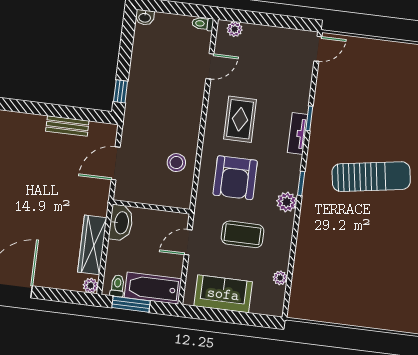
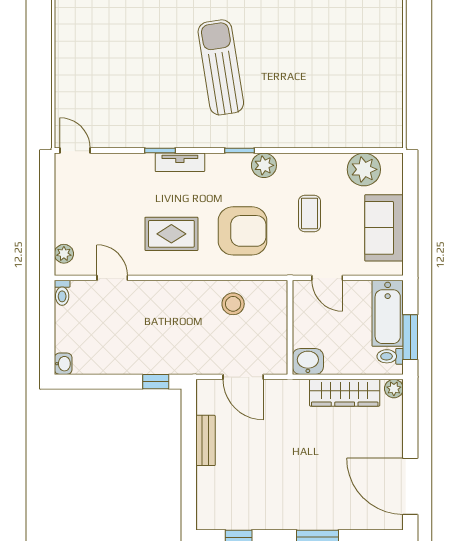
washbasin: (121, 223) -> (308, 361), width x0.72
coffee table: (243, 234) -> (310, 214), width x0.73, depth x0.77
plant: (280, 278) -> (364, 169), width x1.87, depth x1.87

